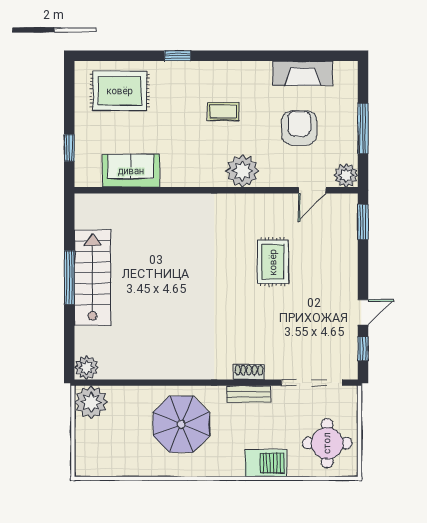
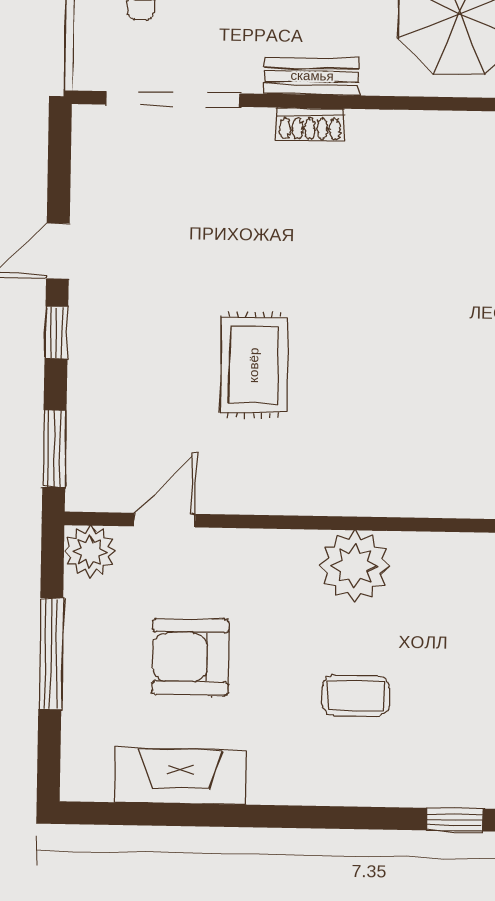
armchair: (299, 128) -> (190, 657), turned 90
plant: (242, 171) -> (355, 566), moved
window: (363, 349) -> (56, 333), moved

